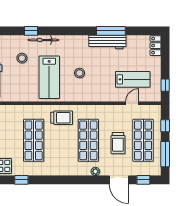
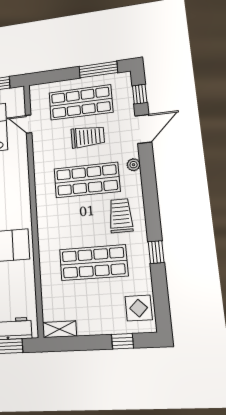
trolley: (62, 118) -> (121, 216), moved
window: (165, 126) -> (58, 75), removed
window: (21, 180) -> (156, 252), moved

